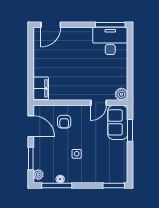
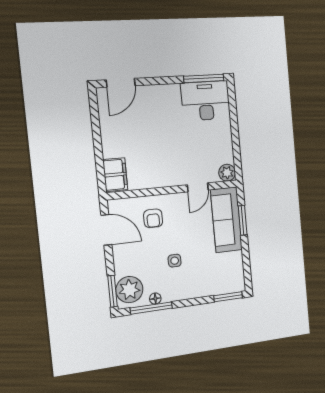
sofa: (118, 122) -> (226, 220), width x1.36
window: (31, 159) -> (113, 291), moved
plant: (38, 175) -> (129, 290), width x1.87, depth x1.87

